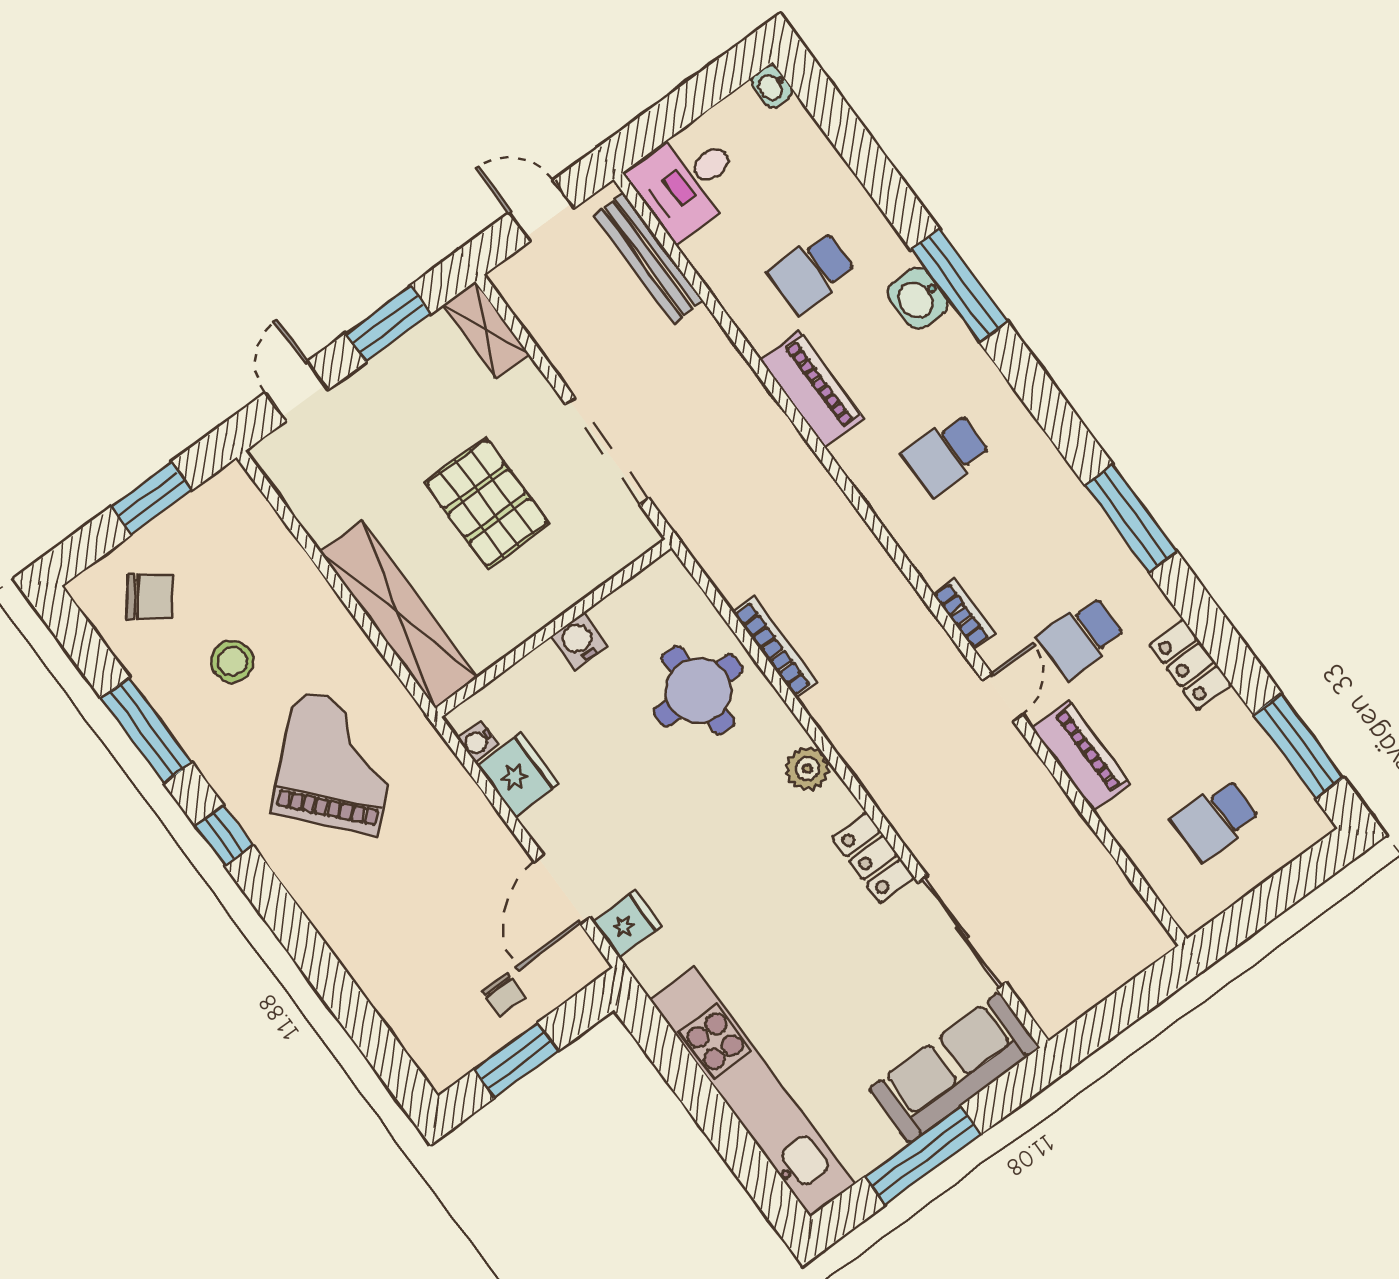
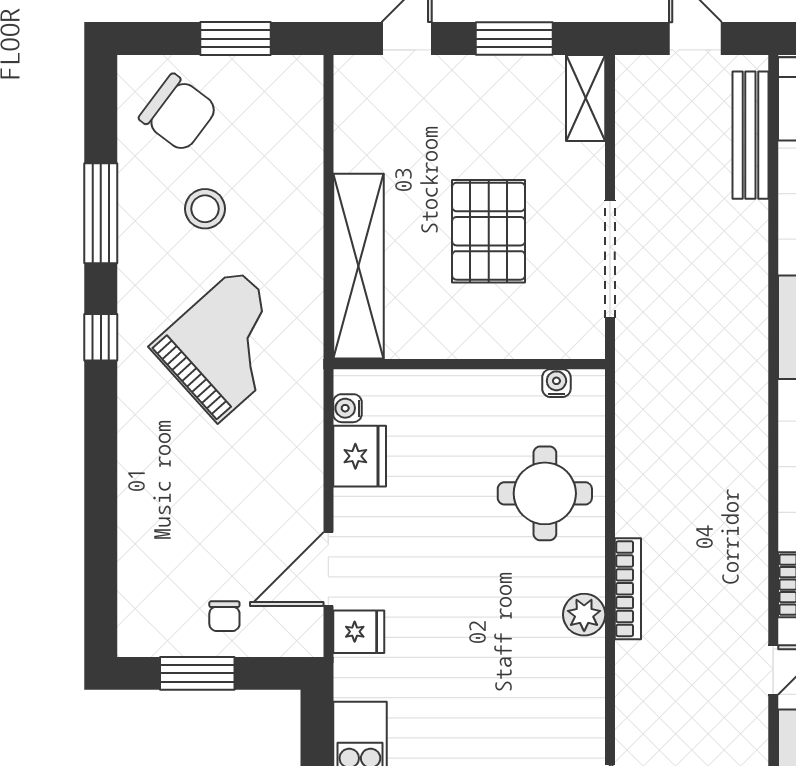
chair: (150, 597) -> (178, 113), width x1.37, depth x1.37
water cooler: (579, 641) -> (556, 383), moved, width x0.72, depth x0.72
bookcase: (775, 647) -> (628, 589), moved
locker: (873, 858) -> (584, 720), removed

